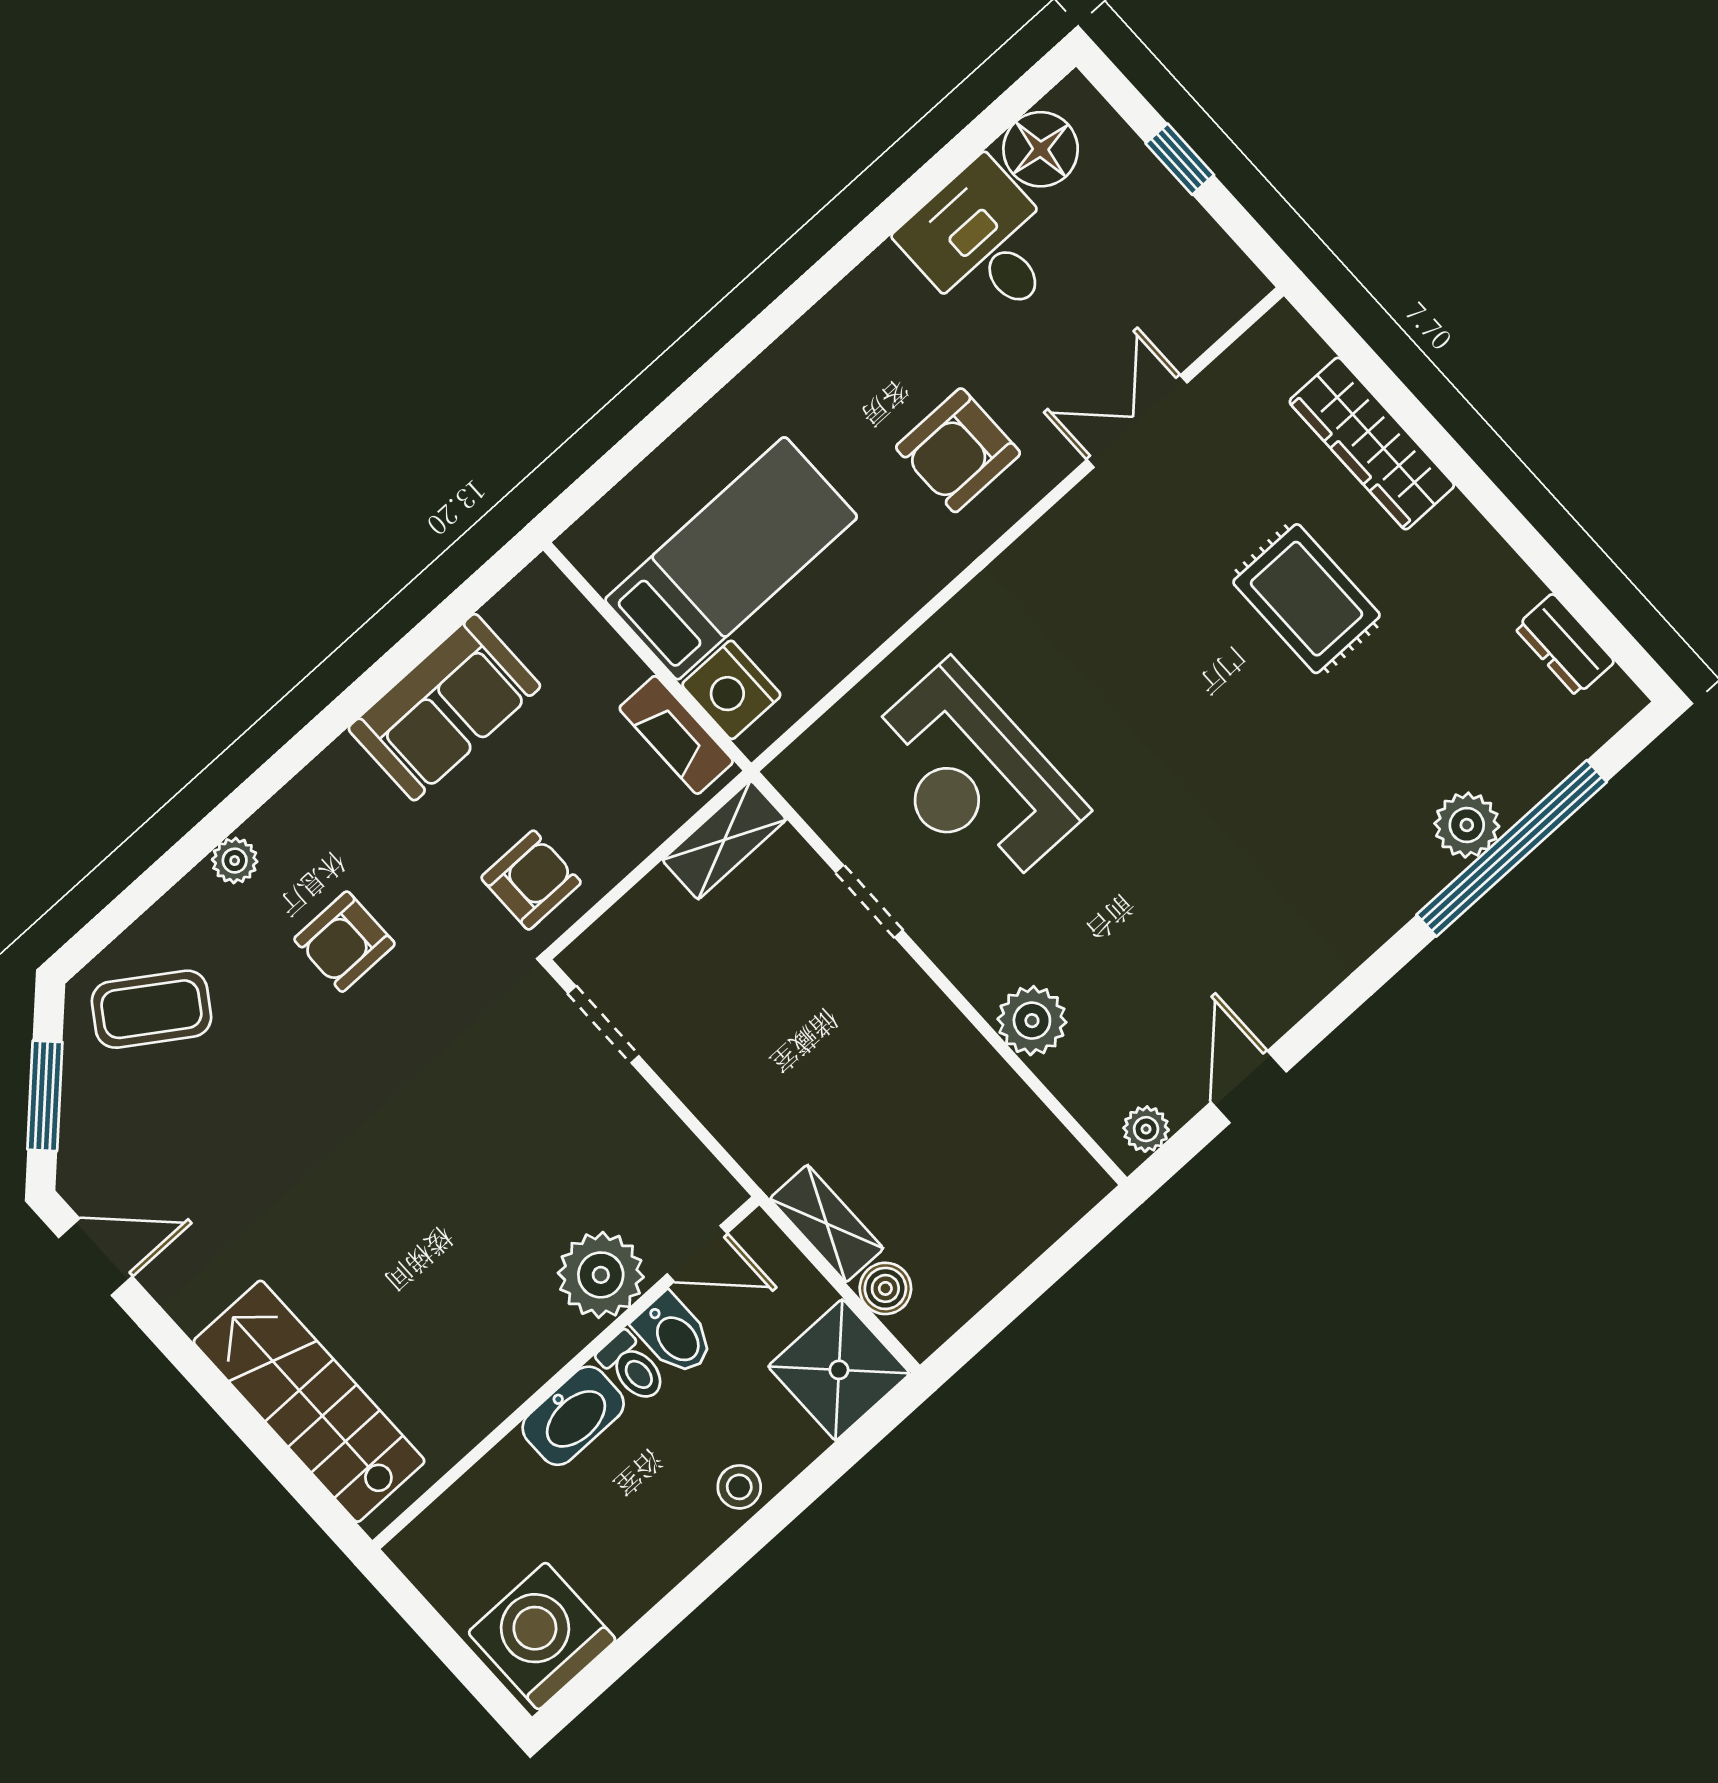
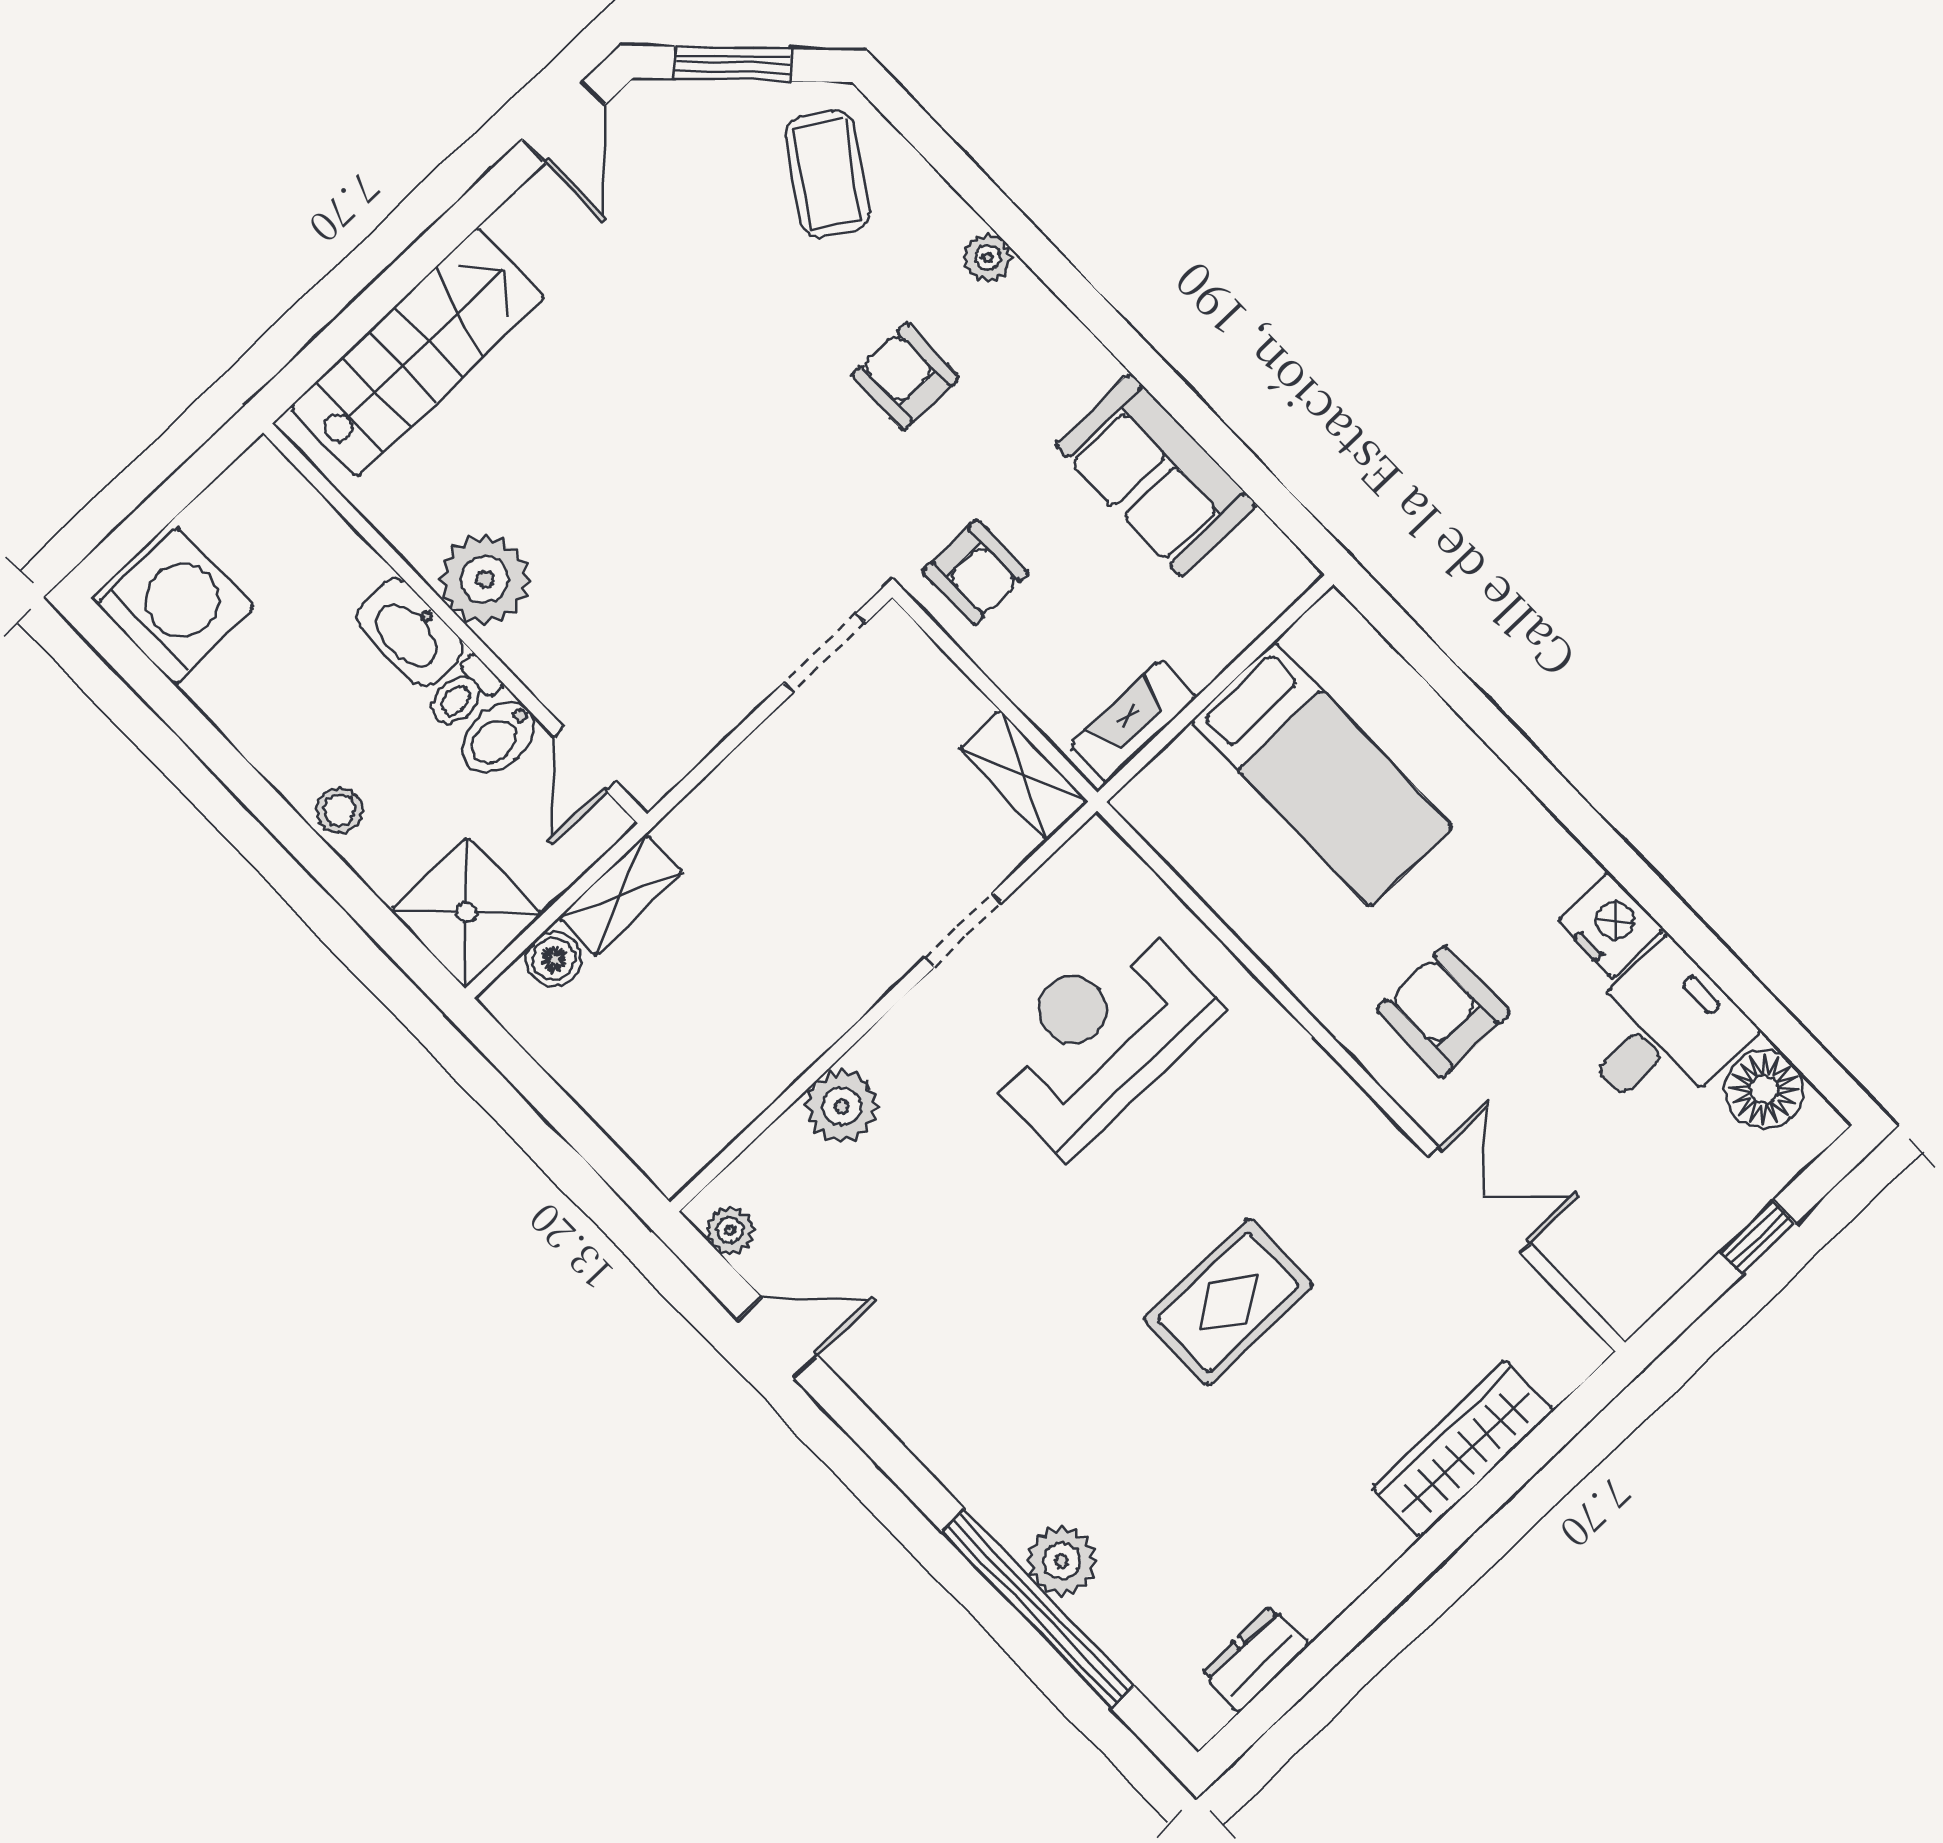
rug: (1307, 599) -> (1228, 1302), moved
nightstand: (731, 690) -> (1611, 925), moved, turned 90
plant: (601, 1275) -> (485, 579), moved

